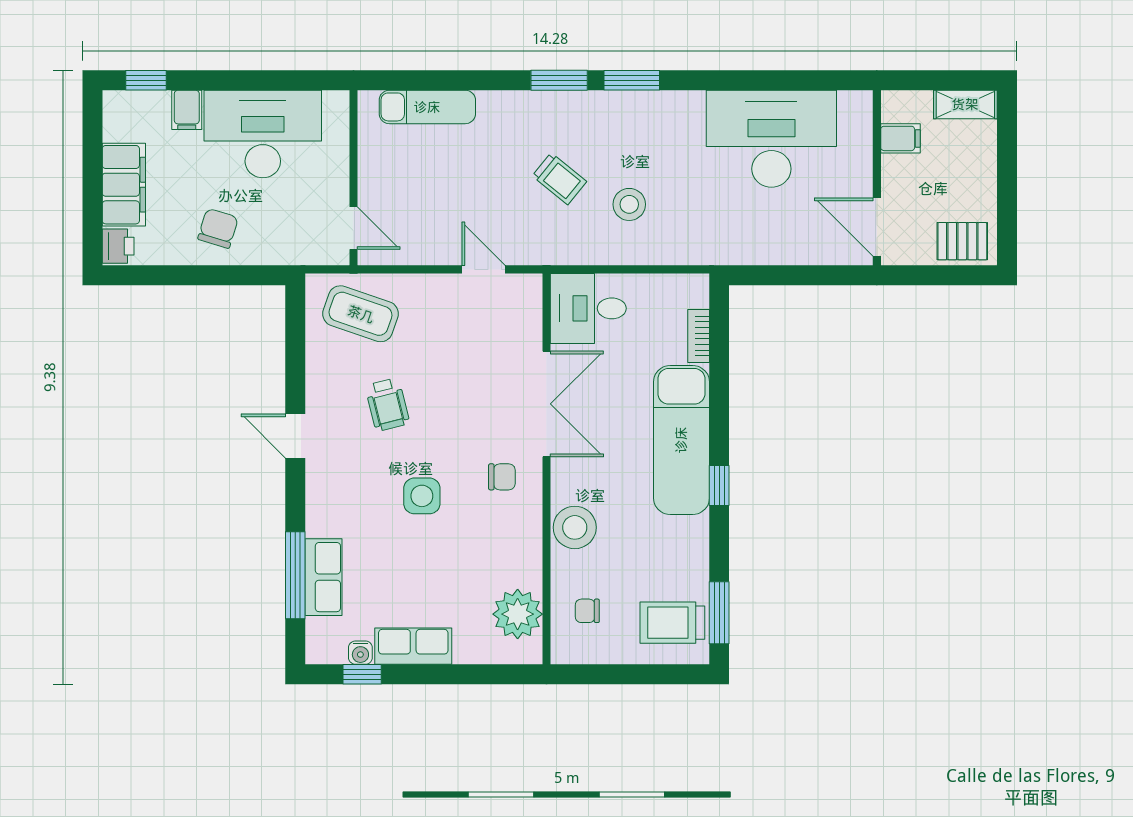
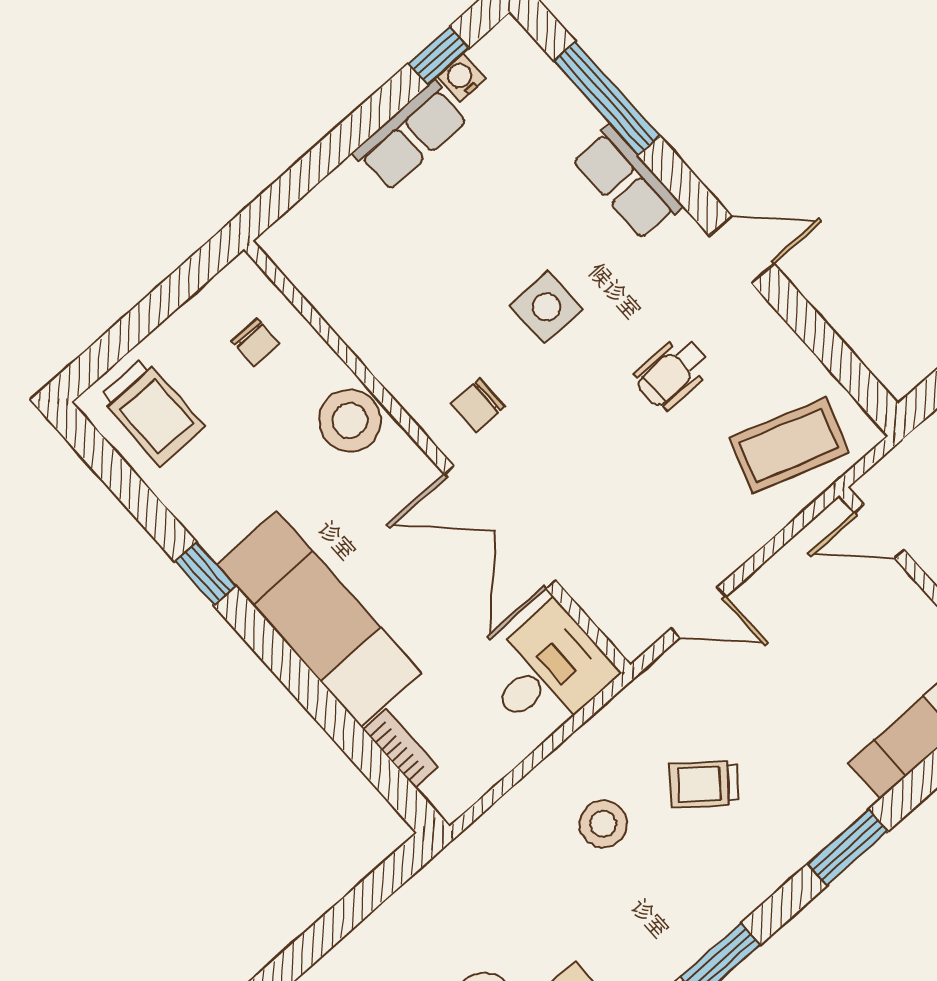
window: (559, 80) -> (848, 848), moved
wheelchair: (387, 405) -> (672, 373), turned -76
window: (719, 485) -> (205, 574), moved
row of seats: (323, 577) -> (627, 183), moved
chair: (587, 611) -> (256, 342), turned 90
window: (719, 613) -> (111, 468), removed
plant: (518, 614) -> (328, 271), removed
trolley: (672, 623) -> (152, 412), turned 90

